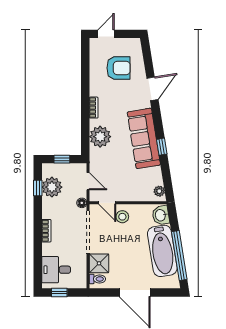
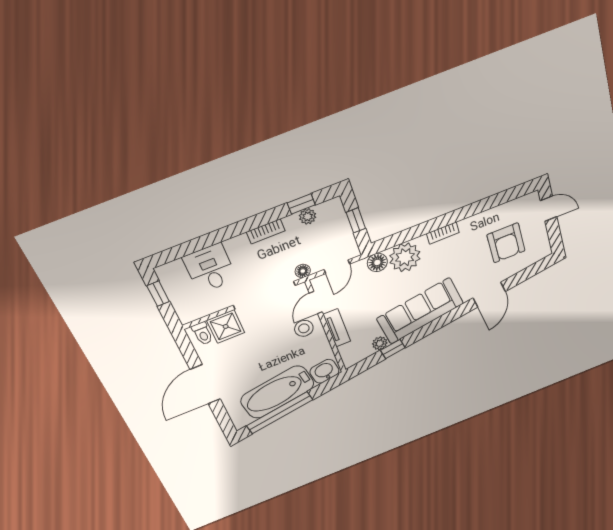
door: (152, 89) -> (489, 295), hinge flipped
window: (162, 147) -> (393, 349), moved
floor lamp: (96, 155) -> (377, 262), added
plant: (52, 187) -> (308, 216), width x0.53, depth x0.53
plant: (159, 191) -> (380, 343), moved
tv unit: (132, 196) -> (337, 328), added
bookcase: (46, 231) -> (266, 231), moved
desk: (56, 270) -> (210, 268), moved

